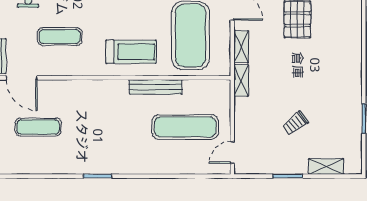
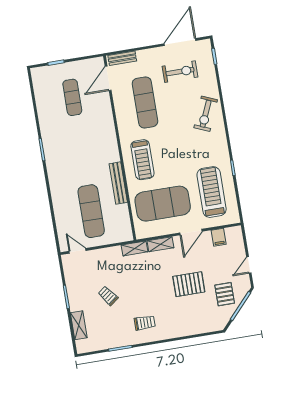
exercise mat: (60, 37) -> (145, 102), width x1.36, depth x1.45
trolley: (337, 83) -> (145, 323), added

